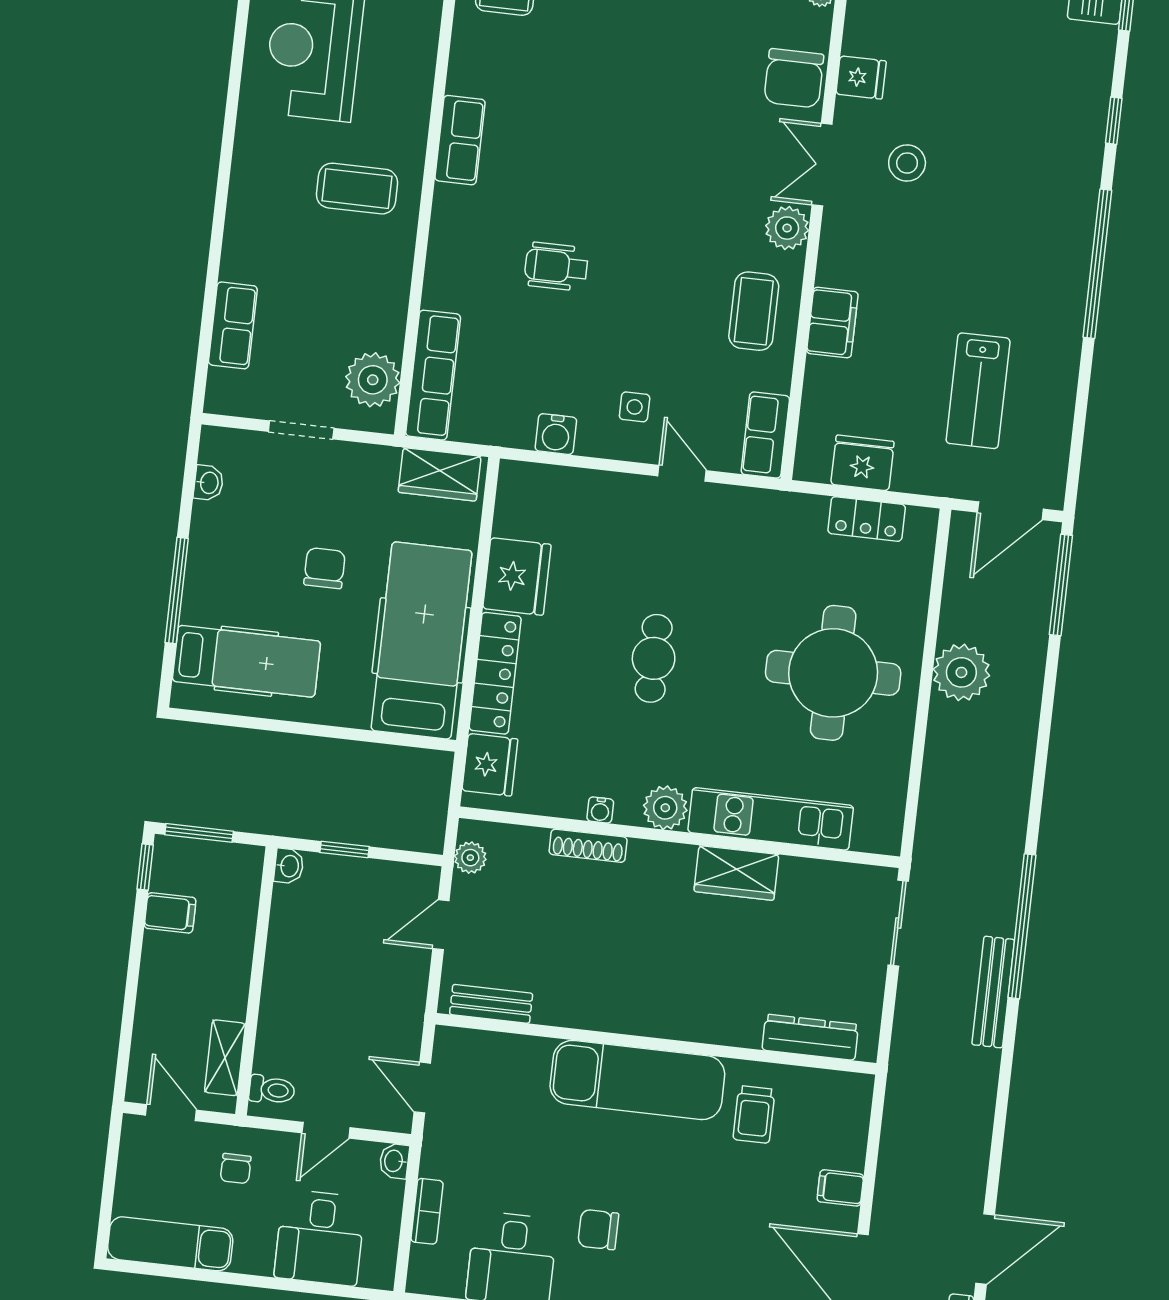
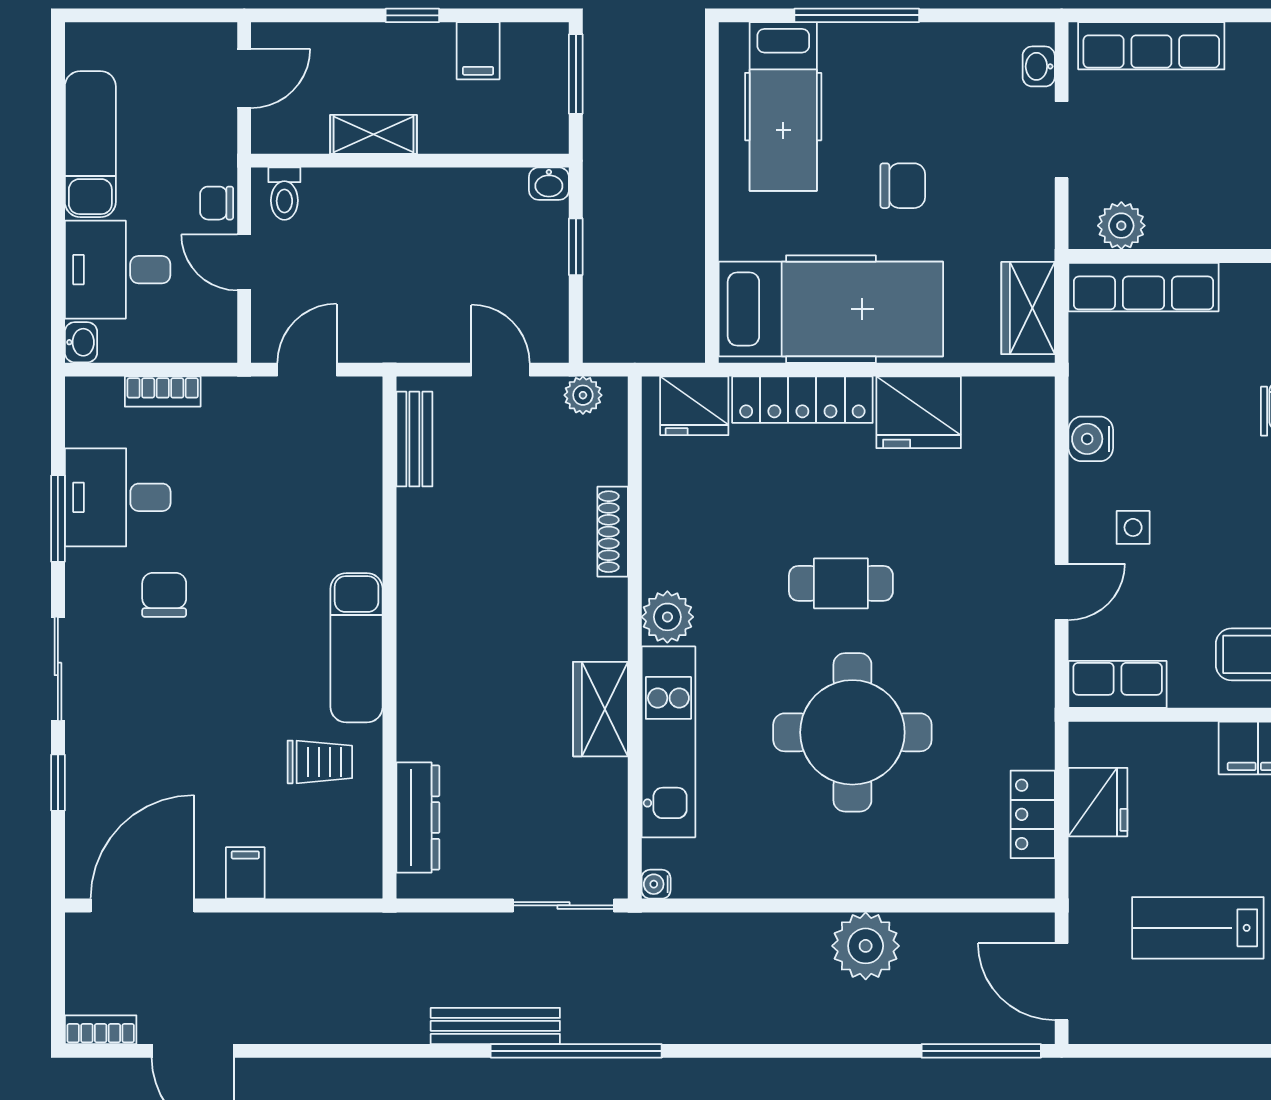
row of seats: (233, 325) -> (1151, 46), width x1.48
plant: (373, 380) -> (1121, 226), width x0.73, depth x0.73
washbasin: (208, 483) -> (1039, 66), moved, turned 90
round table: (833, 673) -> (852, 732), moved
water cooler: (600, 810) -> (656, 884), moved
window: (145, 867) -> (412, 15), moved
shelving: (225, 1058) -> (373, 134), moved
exam couch: (637, 1080) -> (357, 648), width x0.73, depth x0.69
trolley: (754, 1114) -> (320, 762), turned 180
washbasin: (394, 1161) -> (81, 342), moved, turned 90
chair: (236, 1169) -> (217, 203), moved
exam couch: (170, 1244) -> (90, 144), moved

